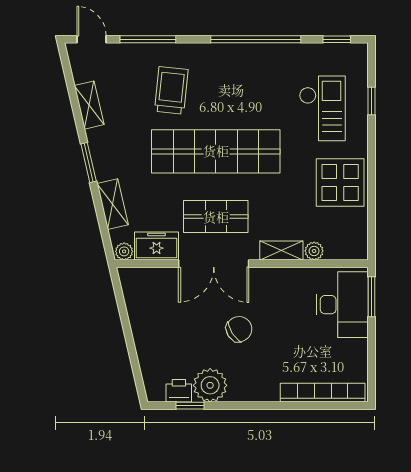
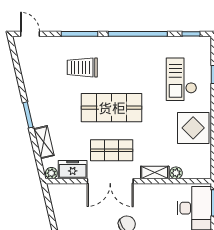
window: (148, 39) -> (80, 34), moved
trolley: (171, 90) -> (82, 67), turned -96
shelving: (89, 105) -> (28, 77), removed
checkout: (322, 108) -> (182, 79), turned 180
shop shelf: (216, 151) -> (112, 108), width x0.71

